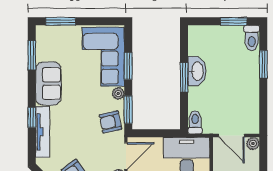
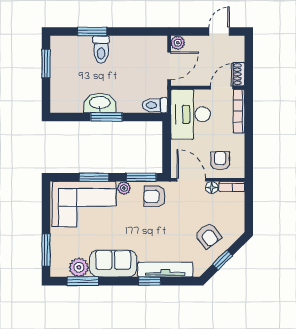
toilet: (252, 38) -> (101, 50), moved, turned 90
plant: (45, 52) -> (79, 267), added
armchair: (110, 122) -> (154, 196), turned 102

